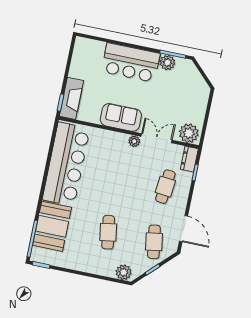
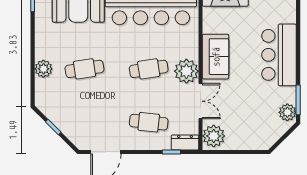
plant: (167, 63) -> (287, 112), moved
plant: (134, 141) -> (186, 71), width x1.88, depth x1.88
cafe table: (154, 242) -> (149, 69), moved
plant: (124, 272) -> (43, 69), moved

